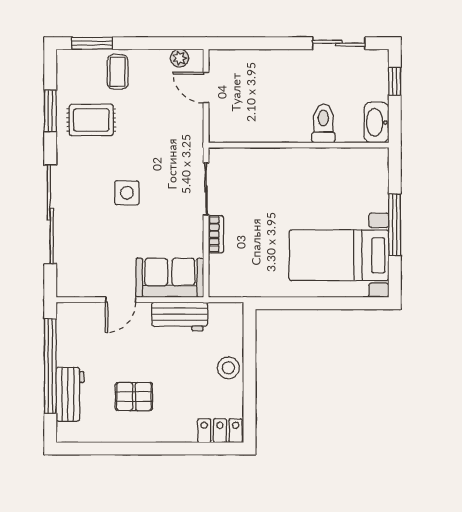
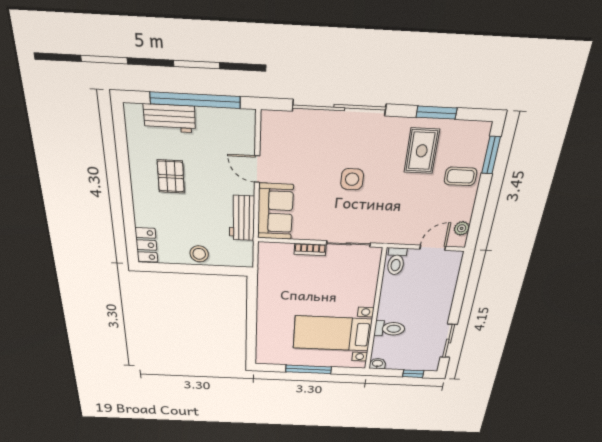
washbasin: (376, 122) -> (377, 364), width x0.52, depth x0.69
toilet: (226, 129) -> (396, 261), added
bed with nightstands: (339, 255) -> (332, 334), moved, turned -90

